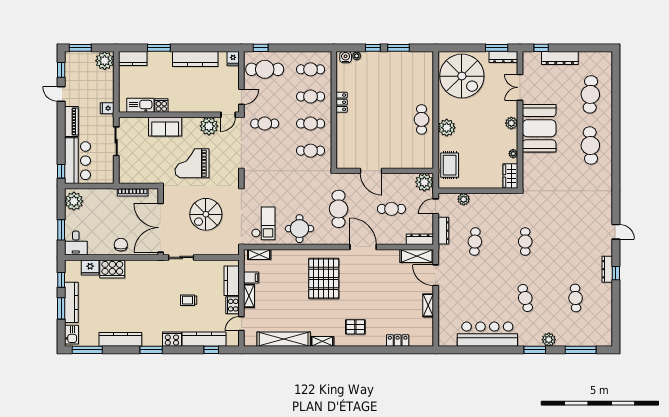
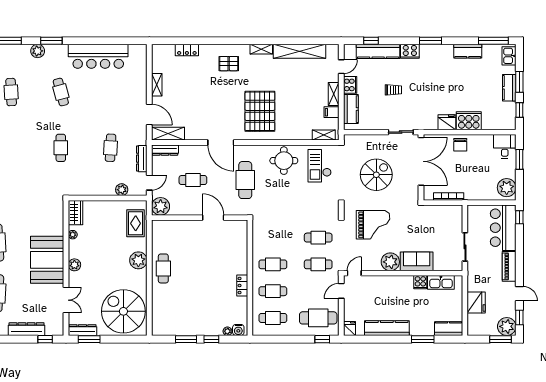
plant: (105, 61) -> (507, 326), moved
fridge: (107, 108) -> (476, 302), moved, width x1.88, depth x1.34
plant: (209, 126) -> (390, 262), moved
cafe table: (311, 151) -> (318, 238), moved
grand piano: (192, 163) -> (373, 225), moved
fridge: (90, 267) -> (447, 122), moved
kitchen counter: (71, 302) -> (509, 88), width x0.67
kitchen counter: (120, 339) -> (468, 51), width x0.67

